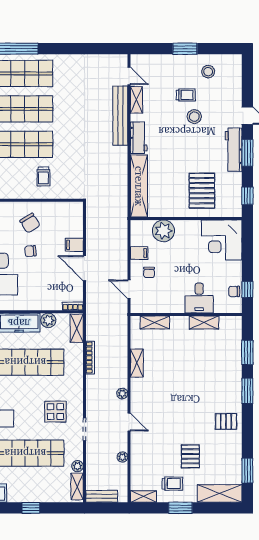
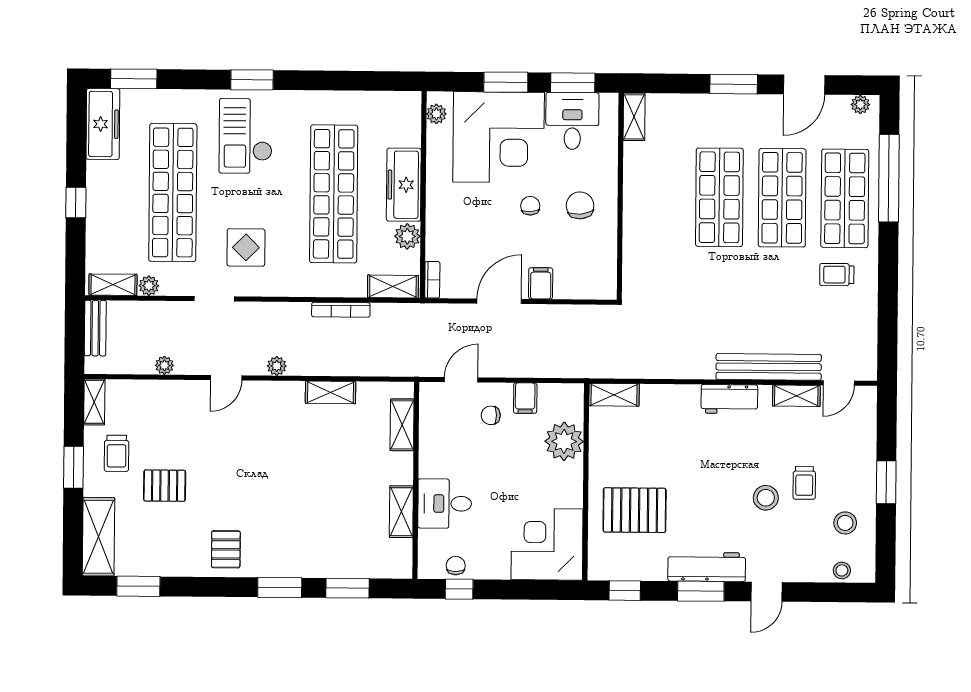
stool: (235, 73) -> (842, 570), added
trolley: (43, 176) -> (837, 275), moved
shelving: (139, 186) -> (614, 395), width x0.45, depth x0.75
chair: (30, 223) -> (580, 205), turned 116

